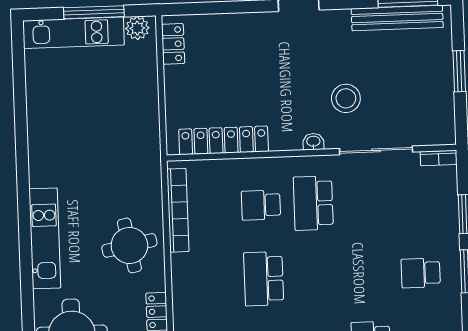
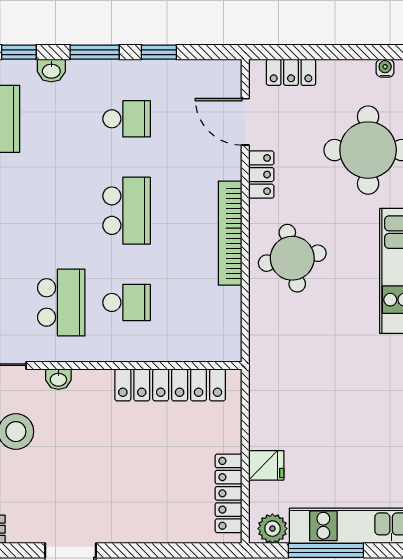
locker: (173, 44) -> (229, 493), width x1.53
fridge: (144, 79) -> (266, 465), added
bookcase: (178, 210) -> (230, 233), moved

